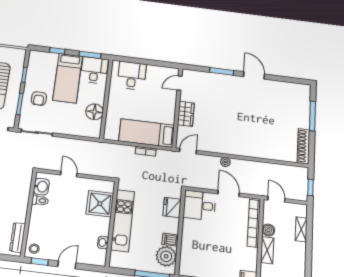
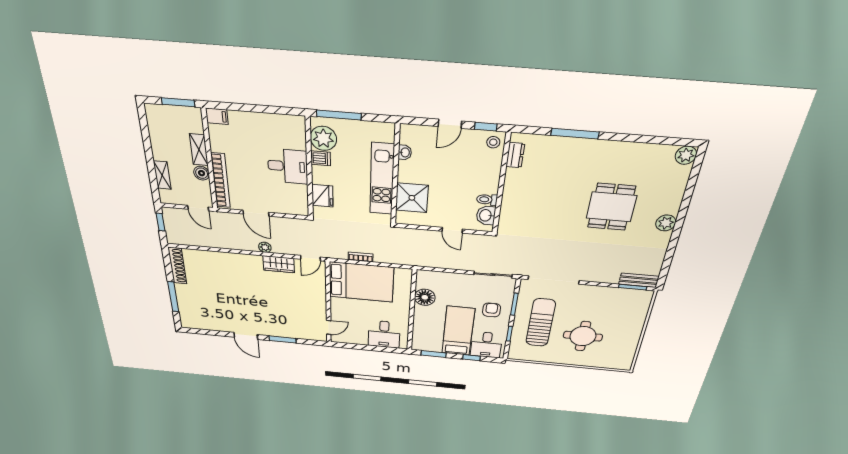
desk: (94, 70) -> (486, 345), moved
wardrobe: (186, 114) -> (279, 264), moved, turned -90
bed: (147, 133) -> (361, 282), width x1.50
desk: (199, 205) -> (288, 166), moved
dresser: (17, 237) -> (515, 155), width x0.70

